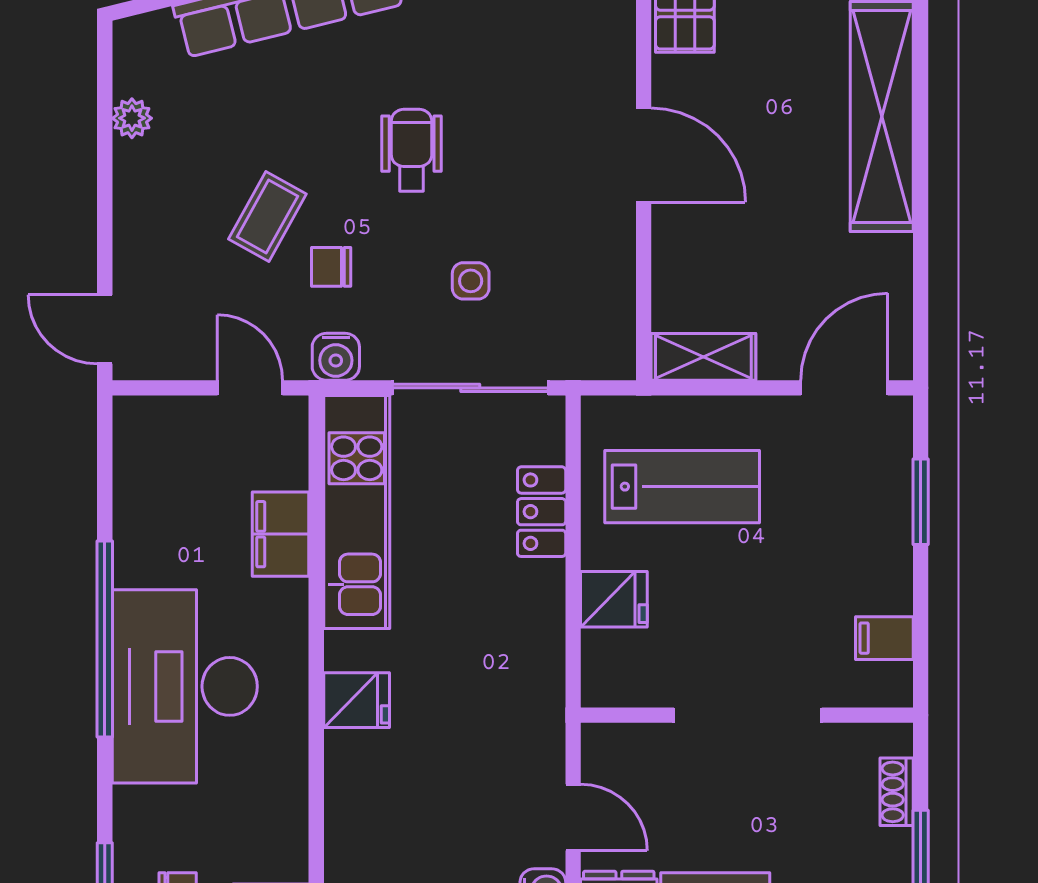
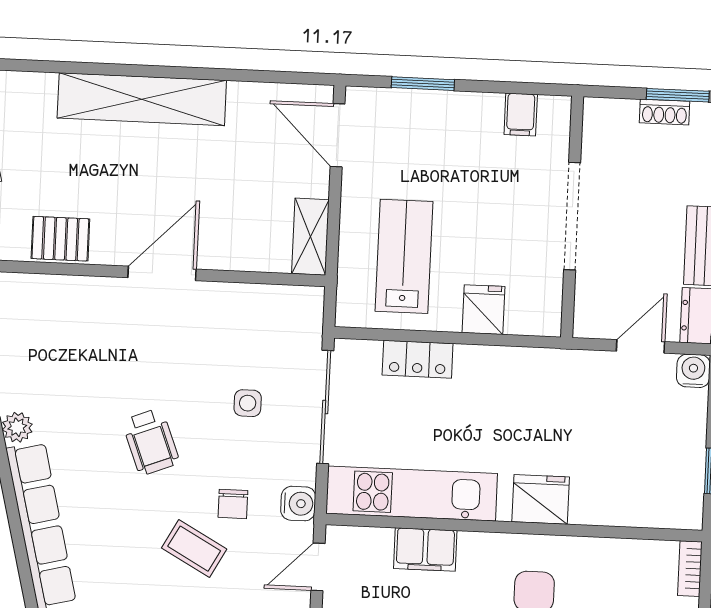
wheelchair: (412, 150) -> (151, 442), turned -111
fridge: (357, 700) -> (541, 499), width x1.38
shoe rack: (897, 792) -> (665, 112), moved

